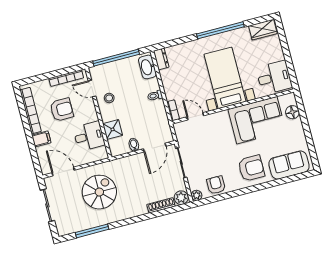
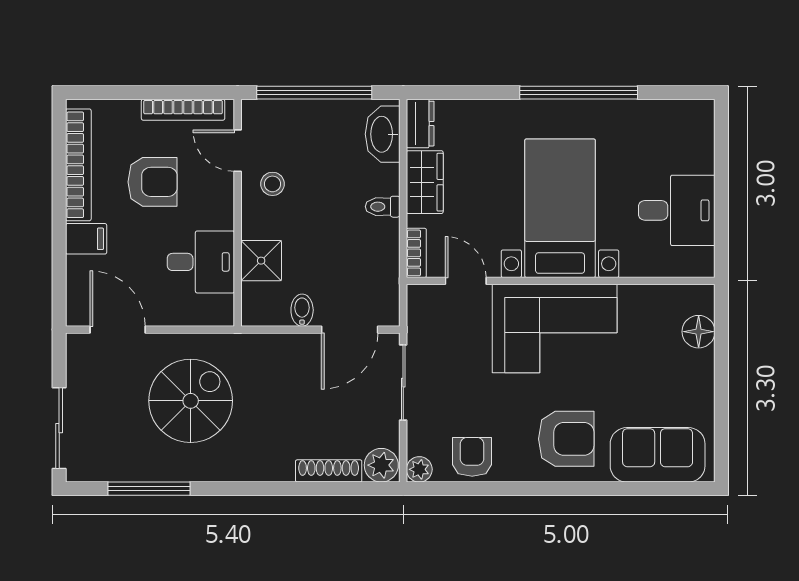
wardrobe: (263, 30) -> (425, 182), moved, turned -90
desk: (274, 77) -> (677, 210), moved
corner sofa: (257, 120) -> (555, 328), moved
sliding door: (47, 205) -> (59, 428), moved

